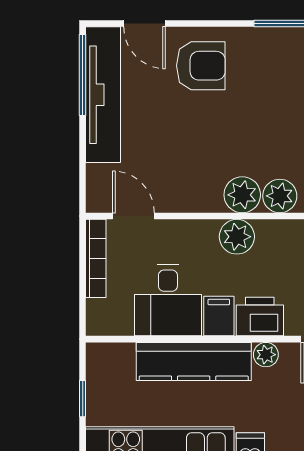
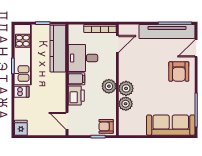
plant: (266, 355) -> (61, 98), removed
kitchen counter: (194, 361) -> (58, 49), moved

